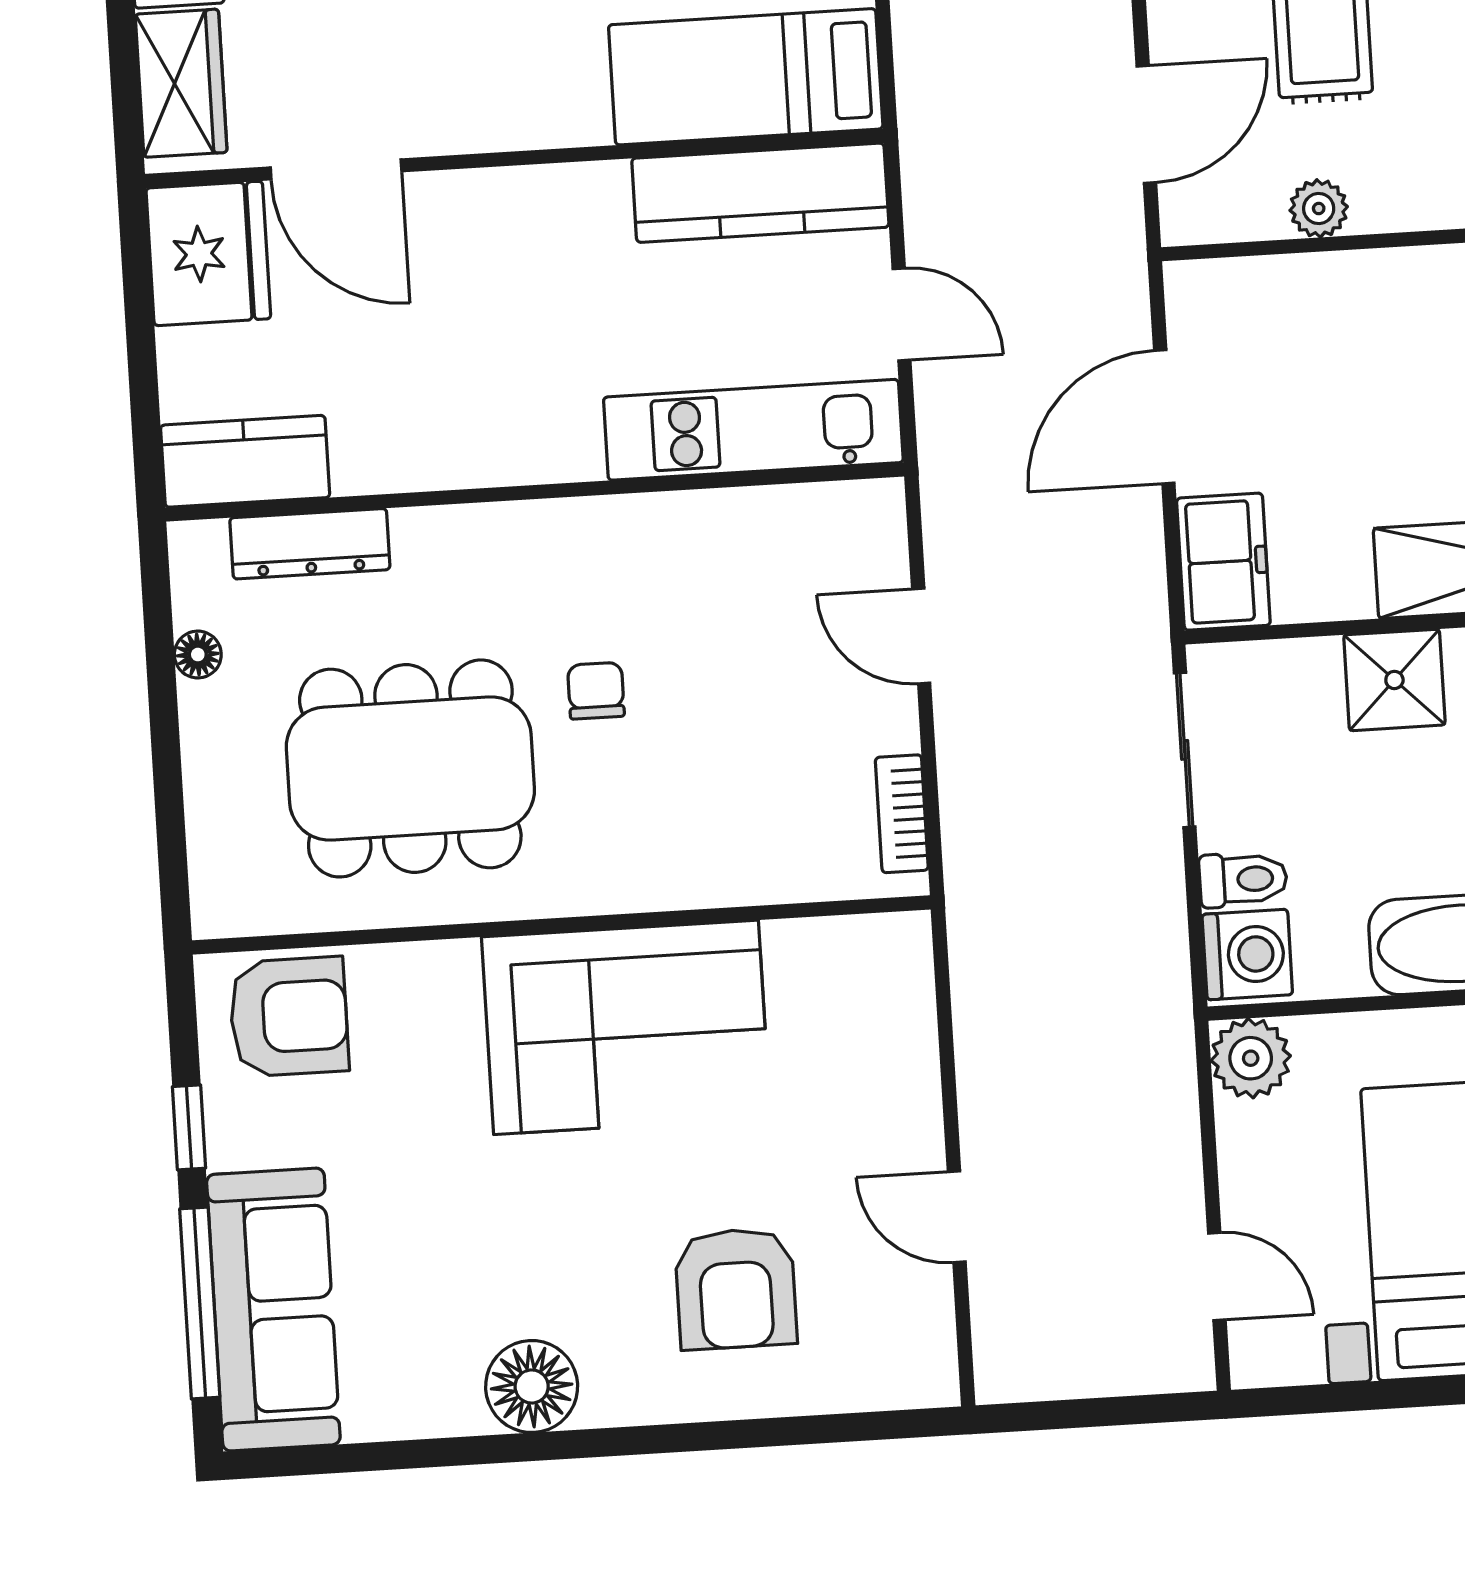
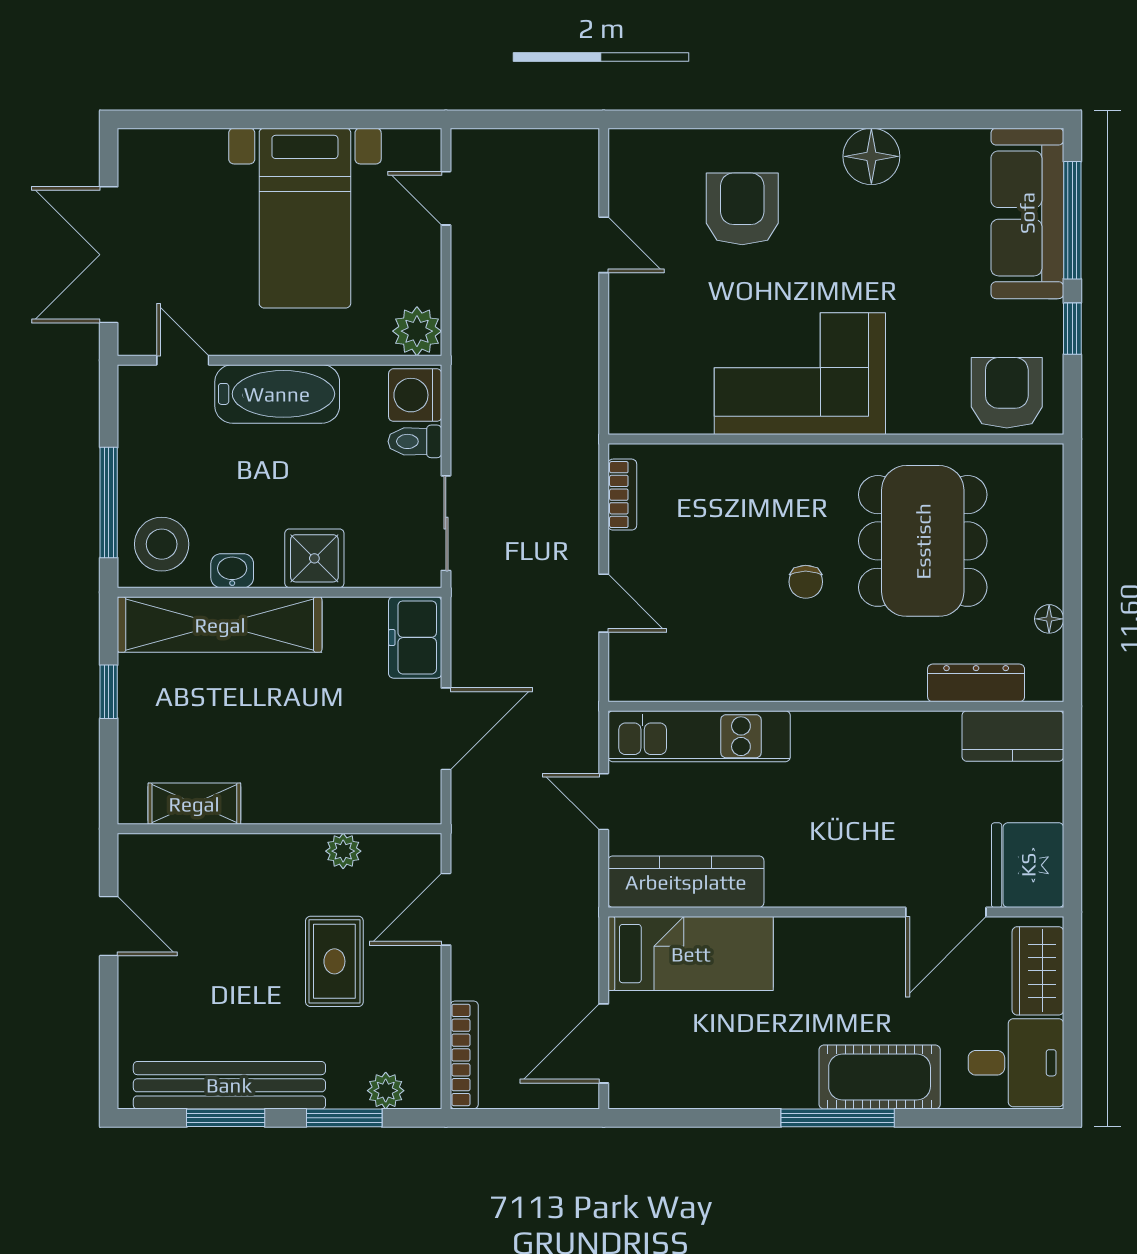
door: (336, 169) -> (946, 912), swing flipped
dining table: (410, 768) -> (923, 541), turned 90
armchair: (289, 1017) -> (1007, 393), turned 90

